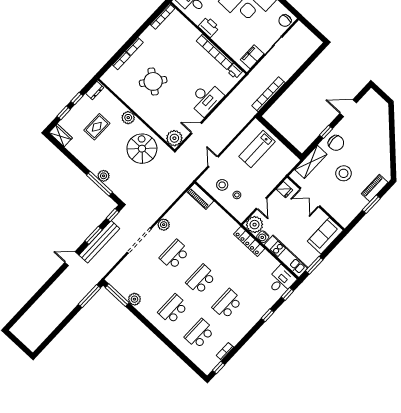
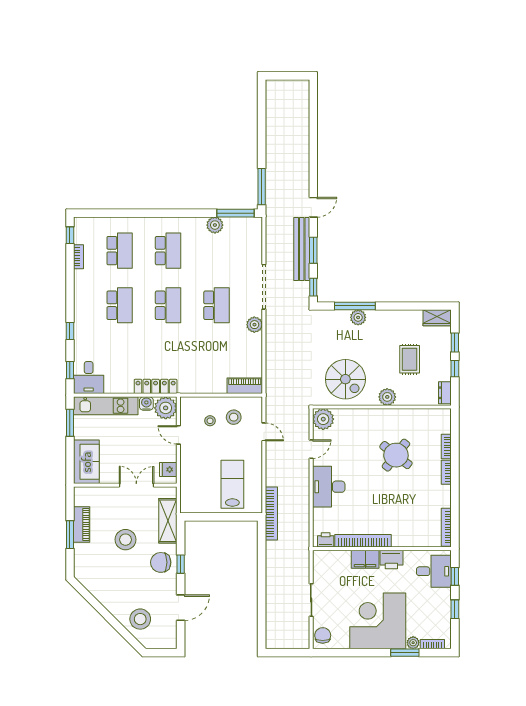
filing cabinet: (252, 57) -> (365, 559), moved, turned 90
bookcase: (268, 94) -> (271, 514), moved
stool: (376, 123) -> (140, 619), added
piano: (375, 188) -> (82, 524), moved

